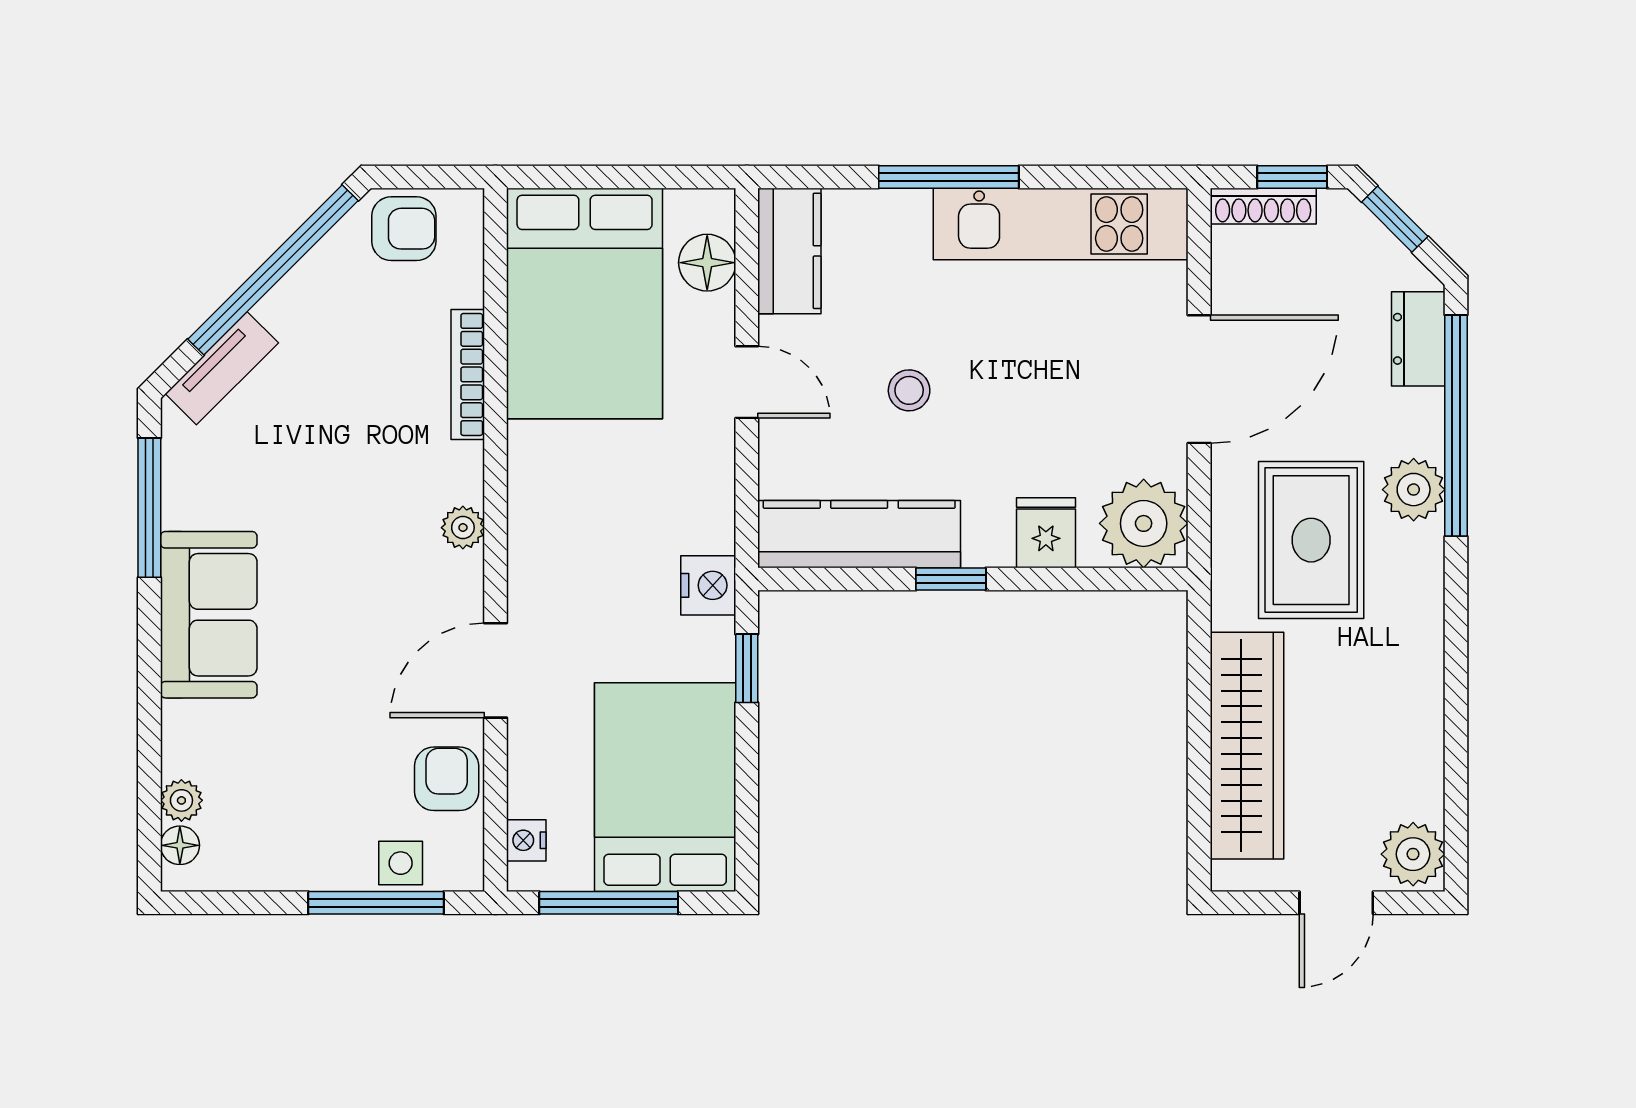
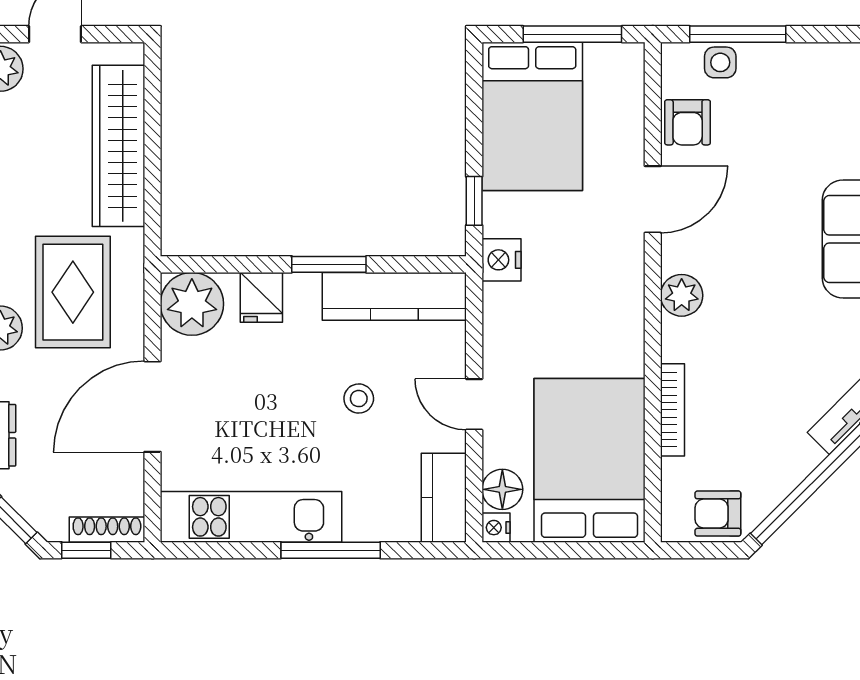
plant: (463, 528) -> (682, 295), width x1.38, depth x1.38
window: (951, 579) -> (329, 264), width x1.50
nightstand: (526, 840) -> (496, 528), moved, turned 180

